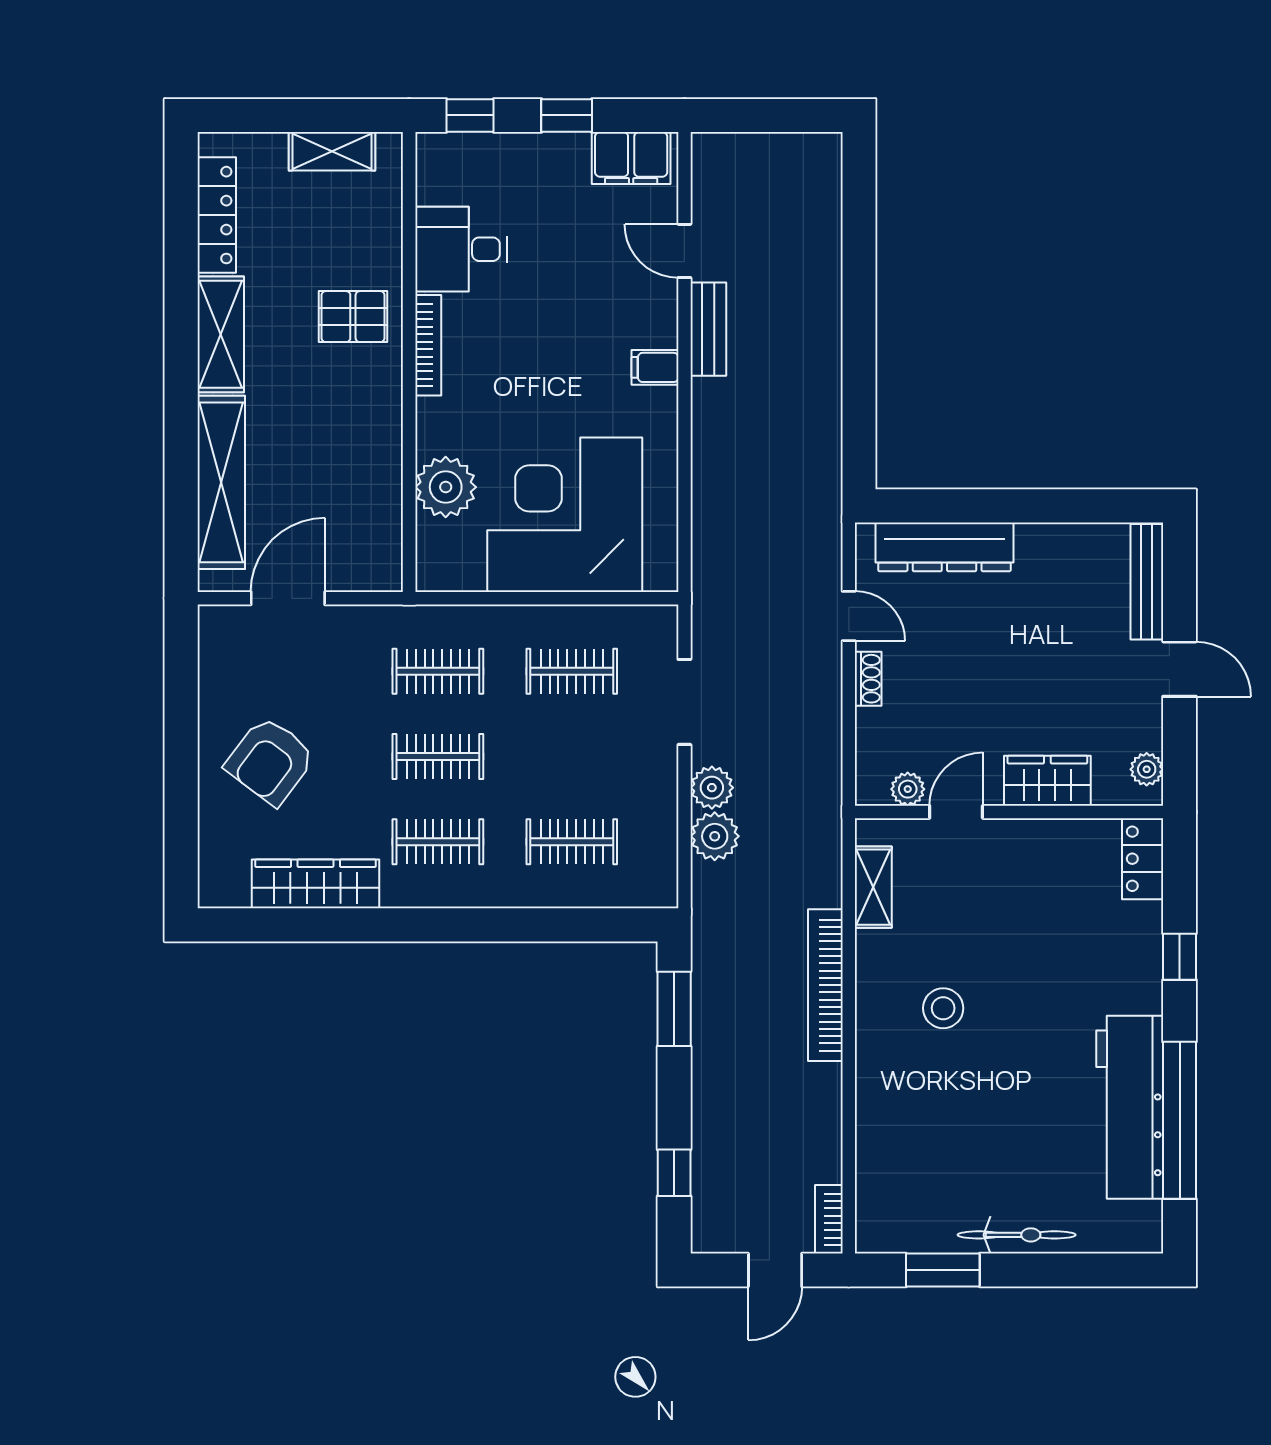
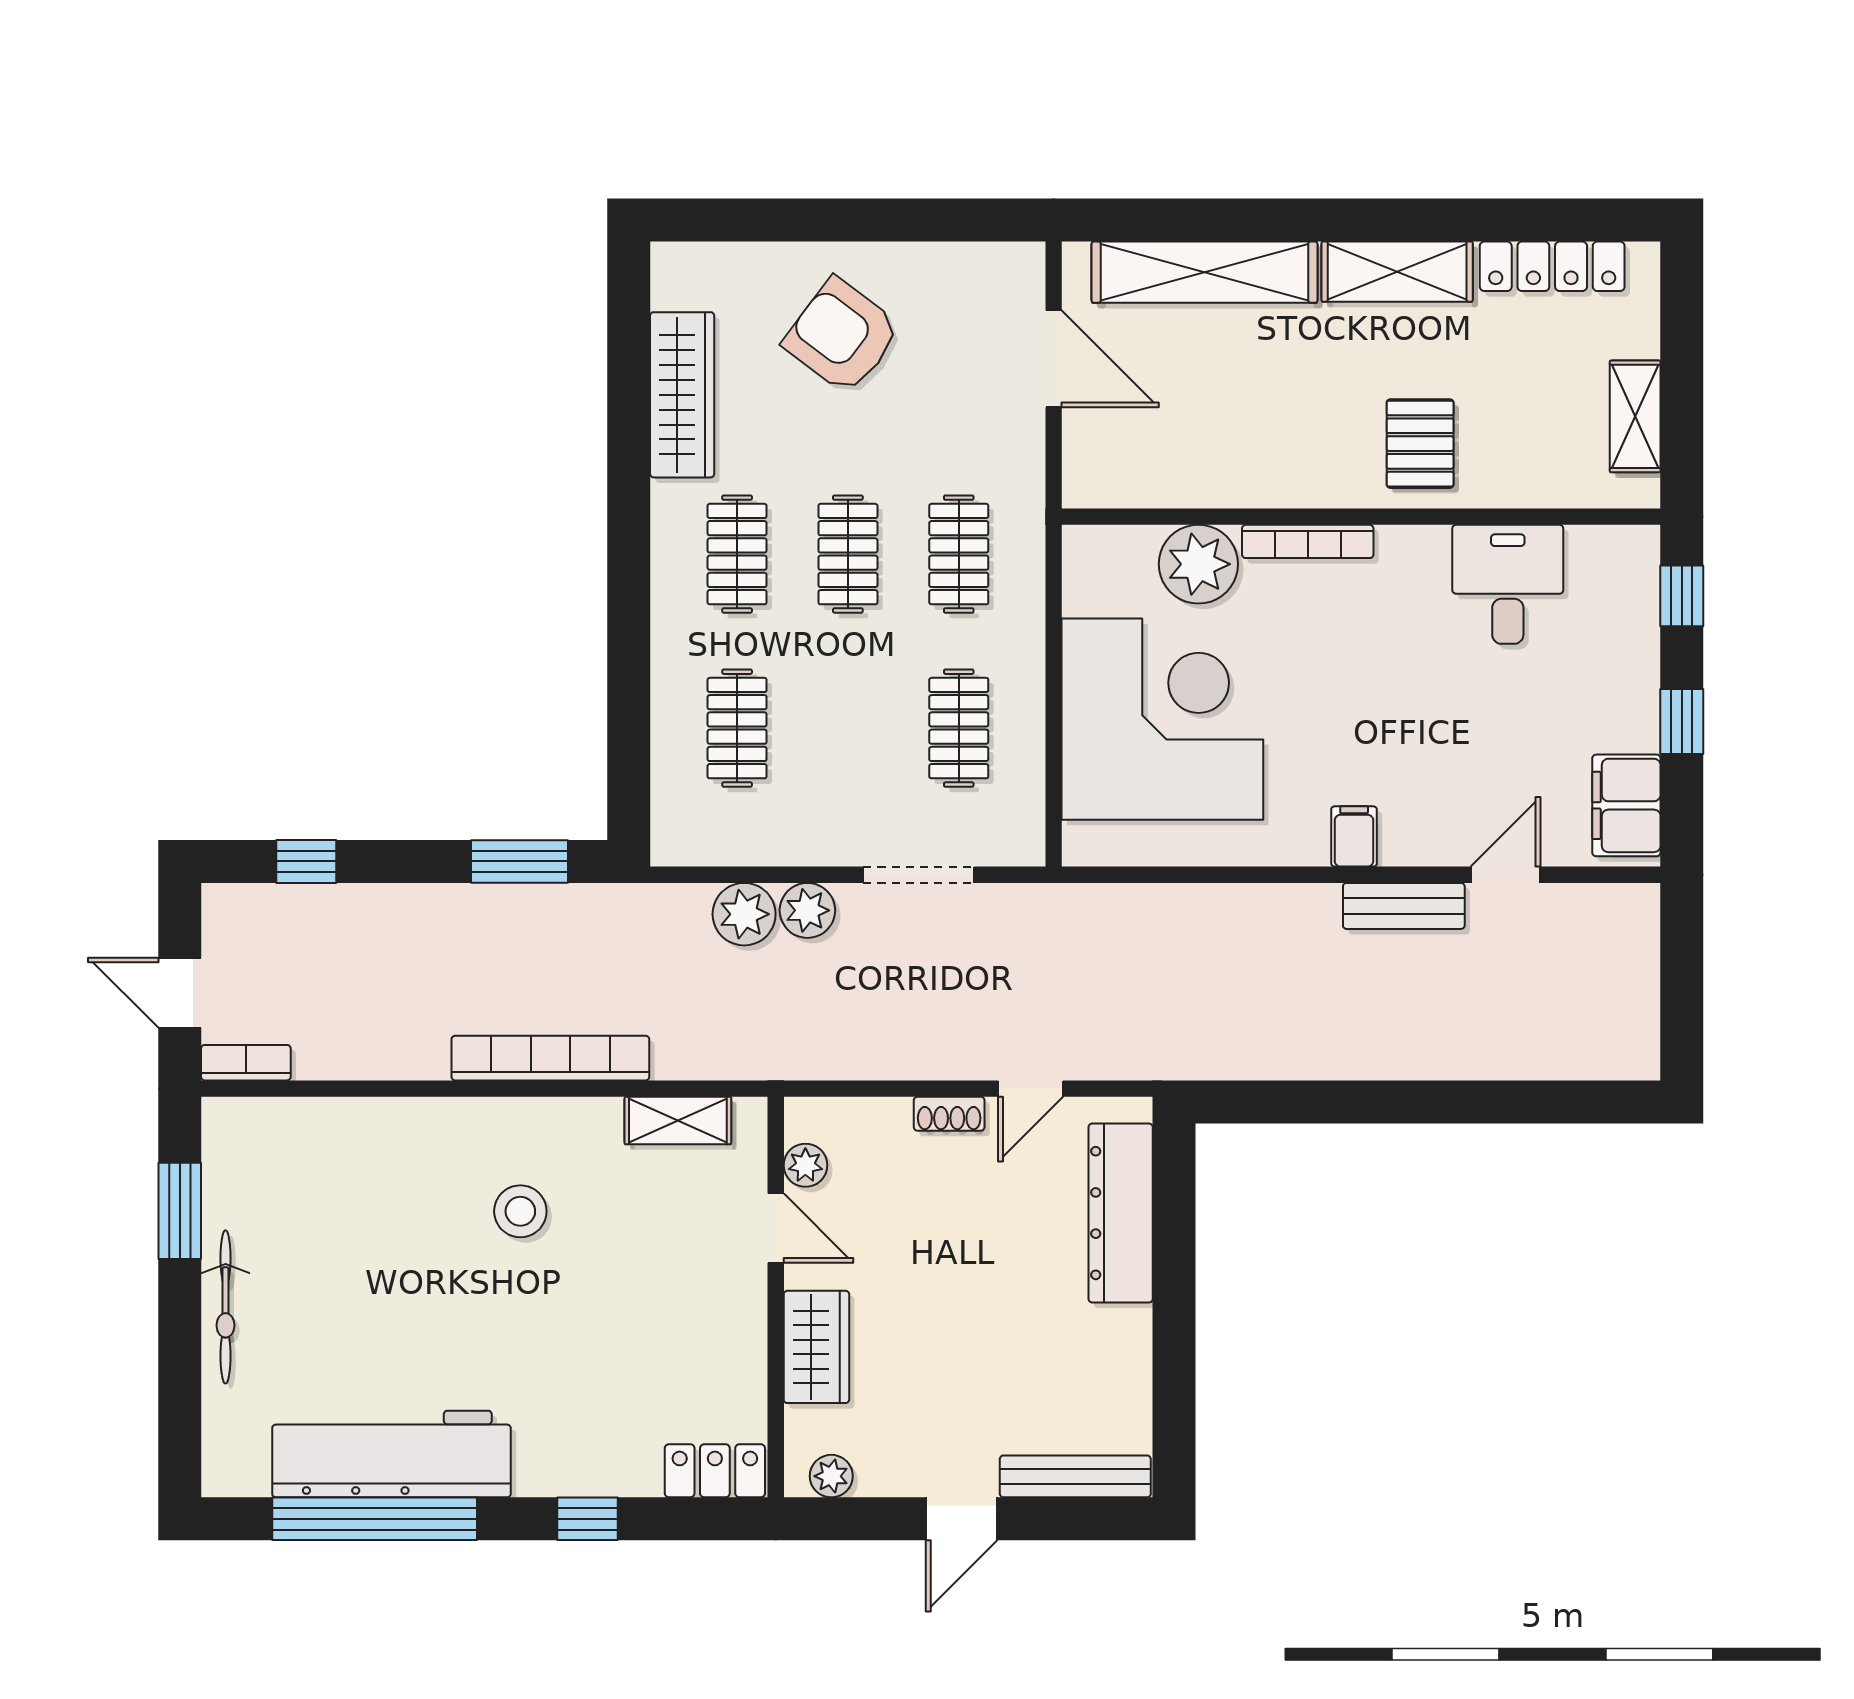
bookcase: (428, 345) -> (1308, 541), moved

